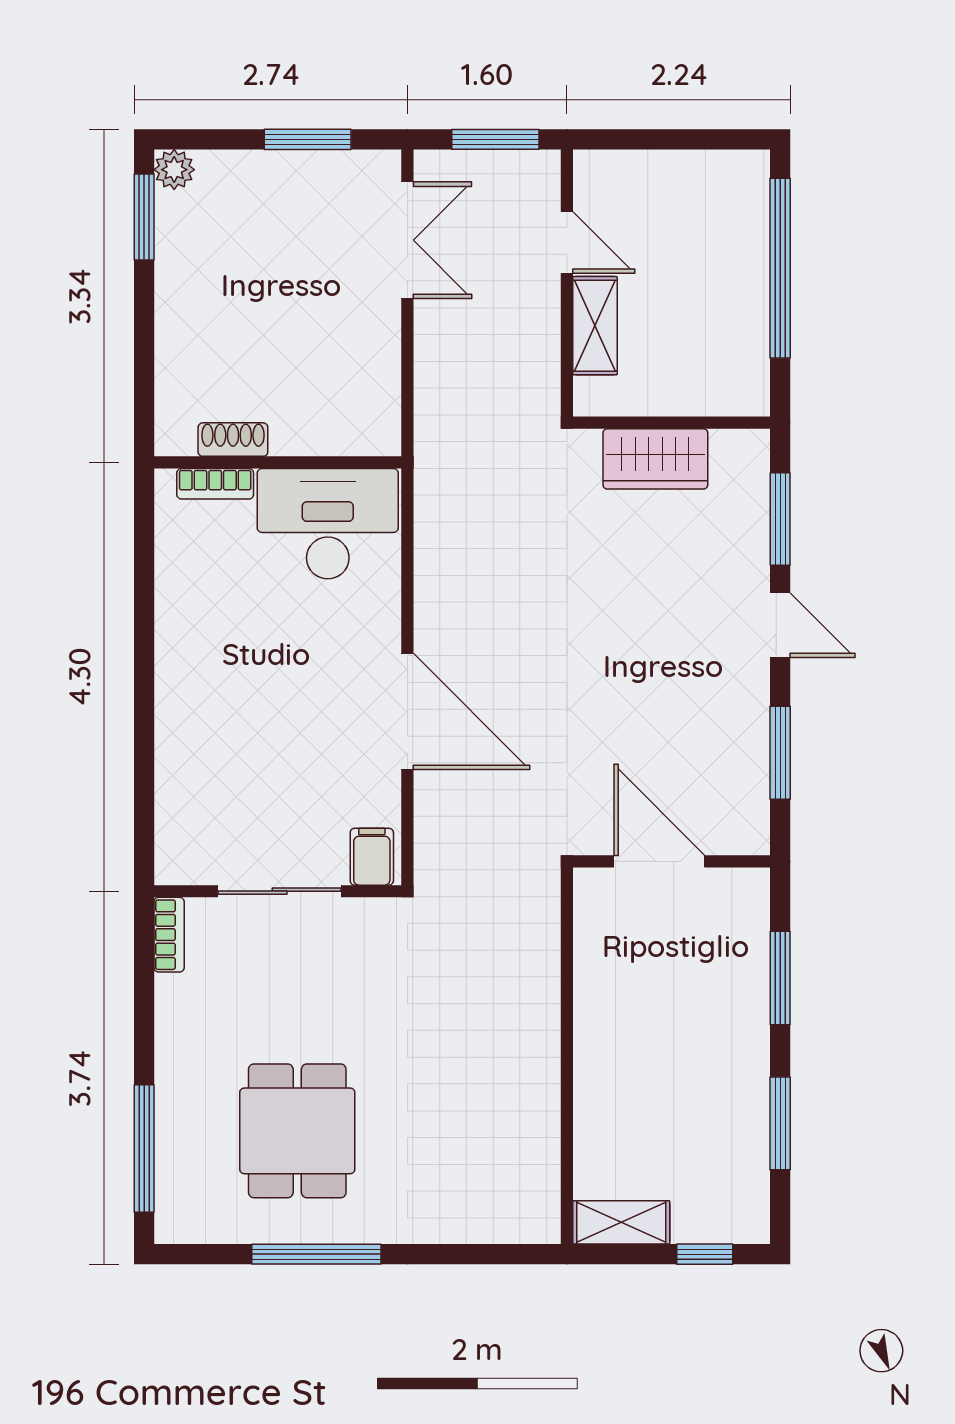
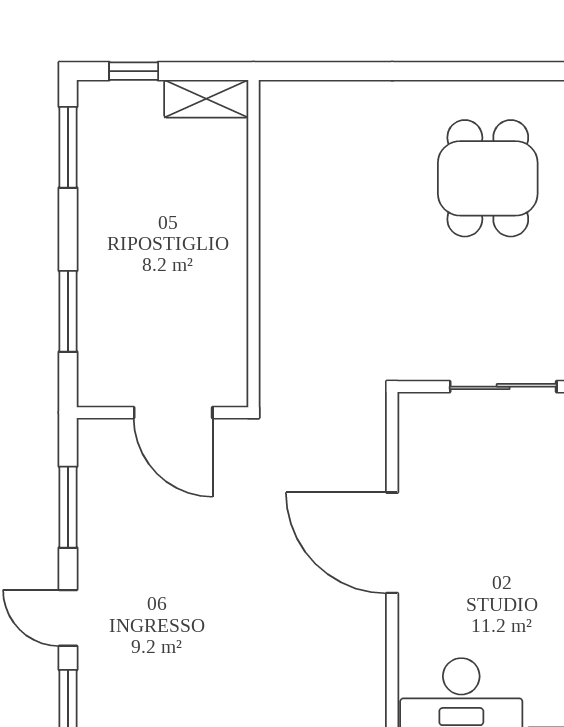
filing cabinet: (372, 857) -> (423, 417), removed
window: (780, 1123) -> (68, 147), moved
window: (316, 1254) -> (471, 71), removed

